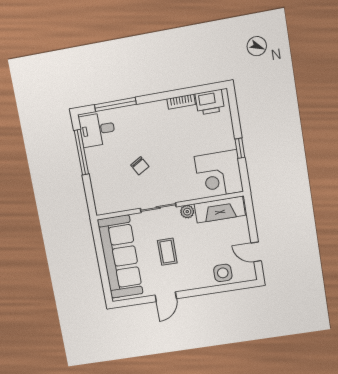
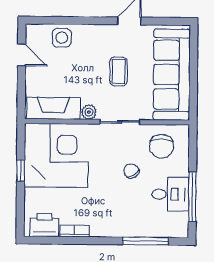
desk: (97, 130) -> (170, 194), moved
corner desk: (219, 174) -> (56, 155), width x1.36, depth x1.36
chair: (117, 192) -> (161, 146), added

